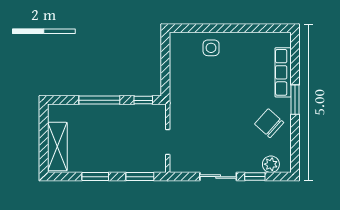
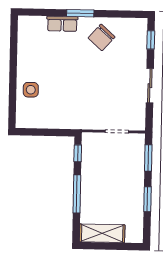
row of seats: (283, 72) -> (62, 24), width x0.68
shelving: (57, 147) -> (102, 233), moved
plant: (271, 164) -> (139, 37), removed
window: (255, 177) -> (151, 40), moved

